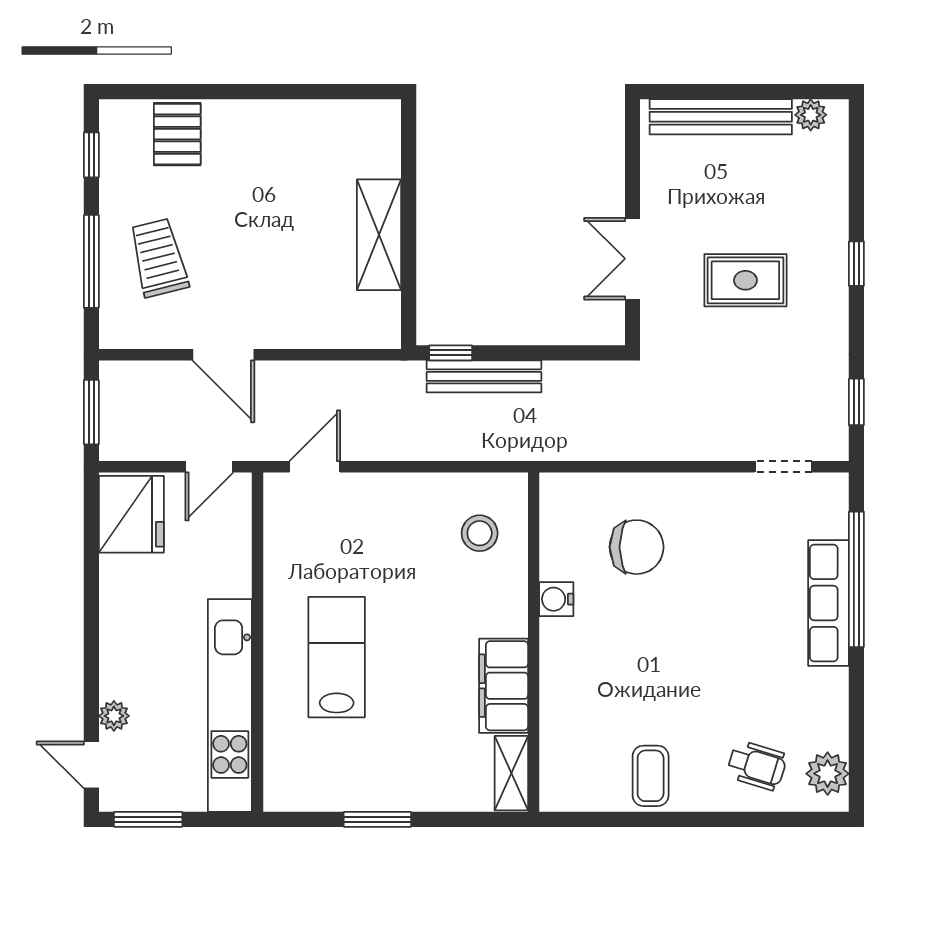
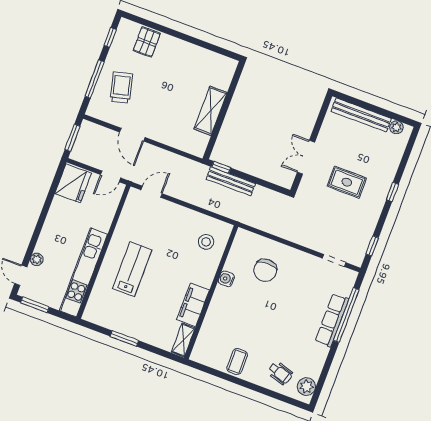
chair: (637, 547) -> (265, 270), turned 90

